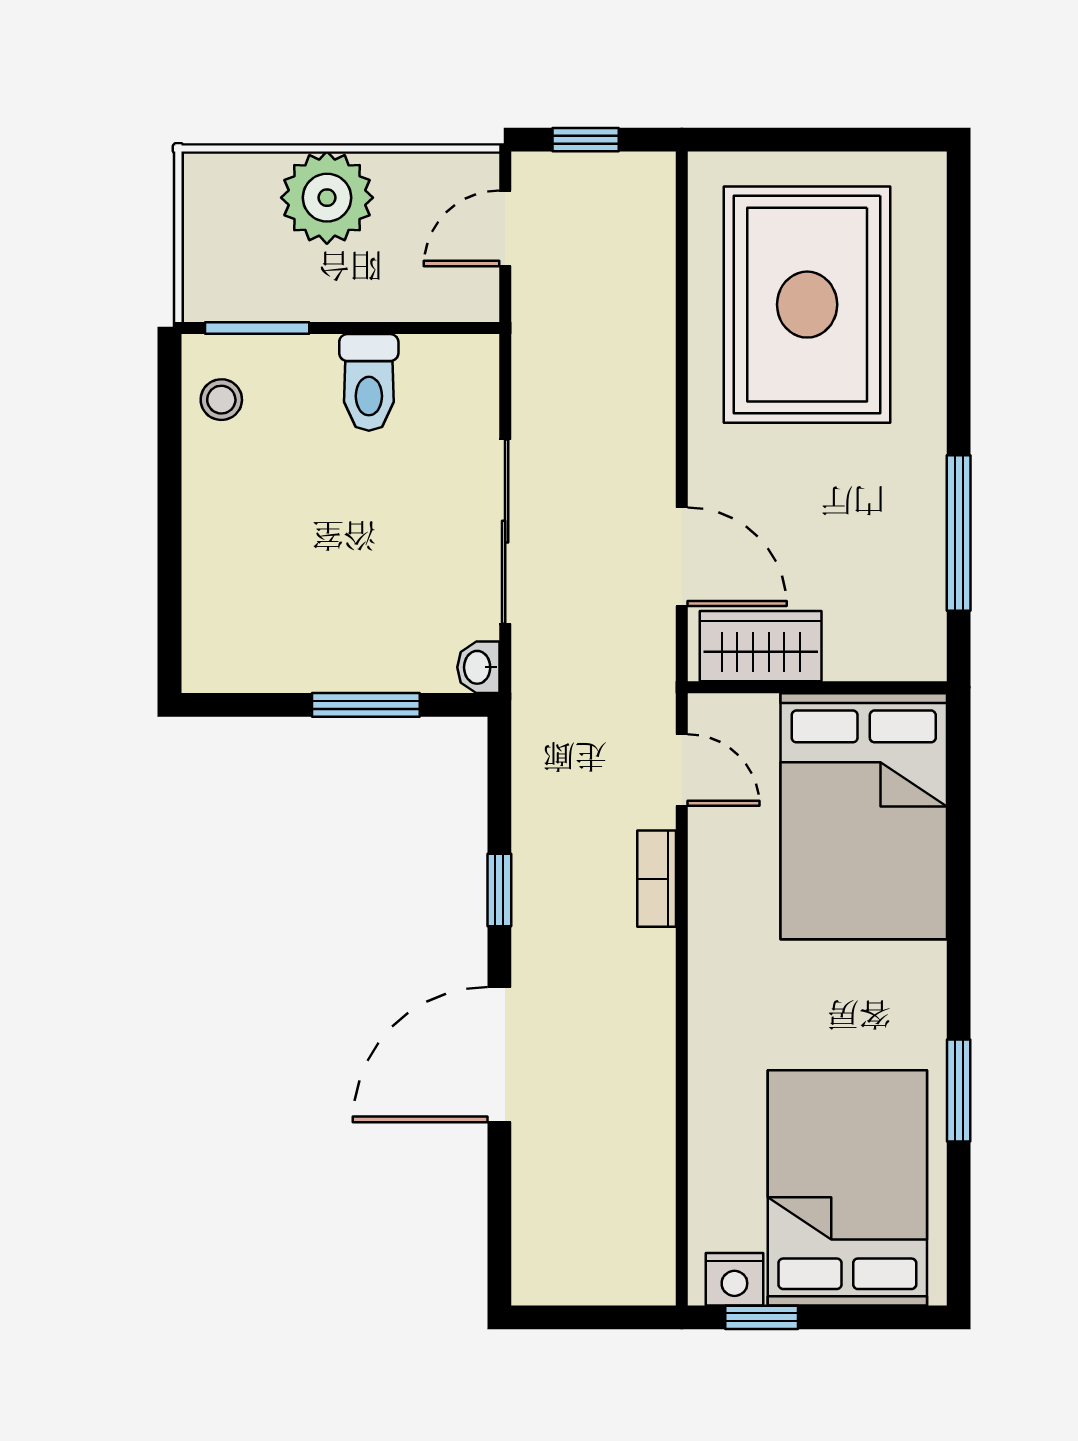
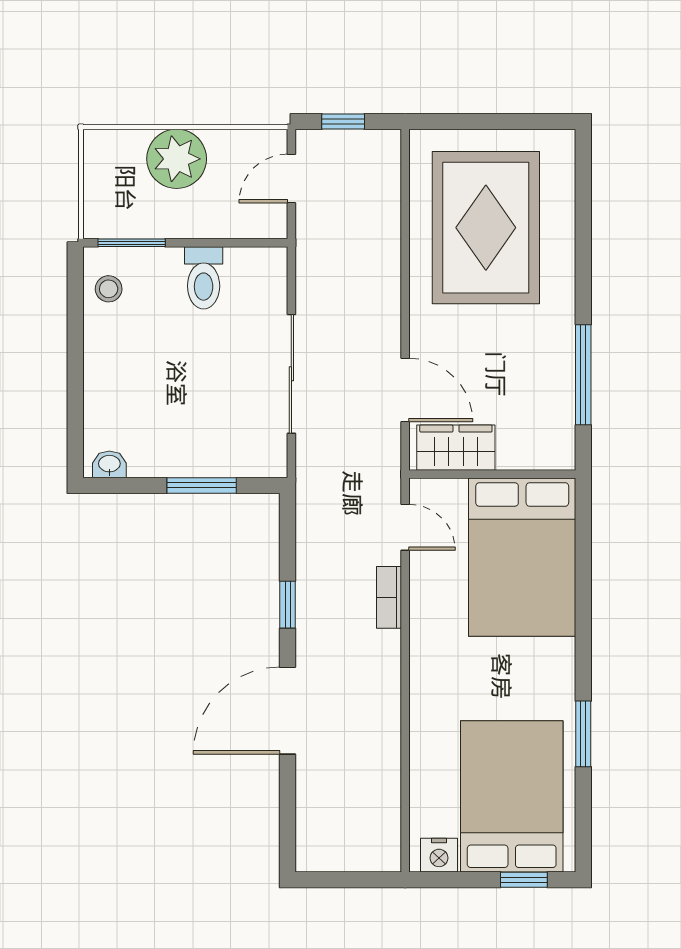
washbasin: (478, 667) -> (109, 464), moved, turned 90
window: (762, 1317) -> (524, 880), moved

